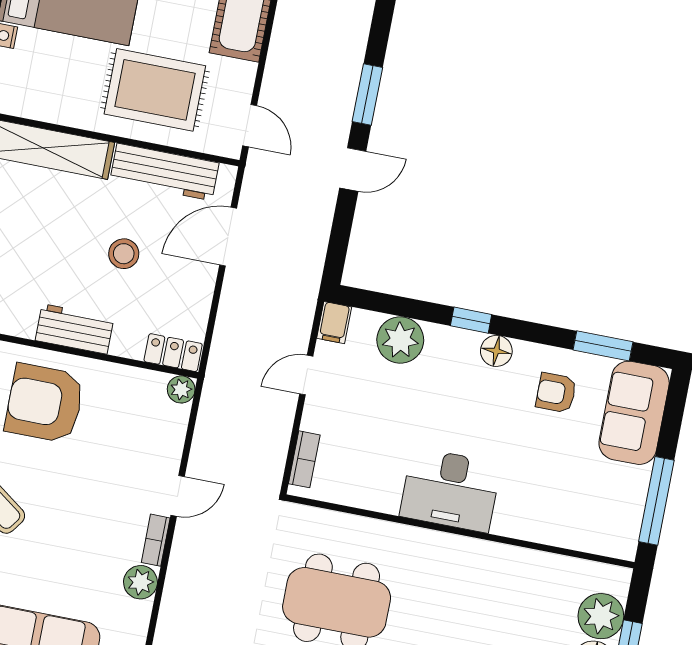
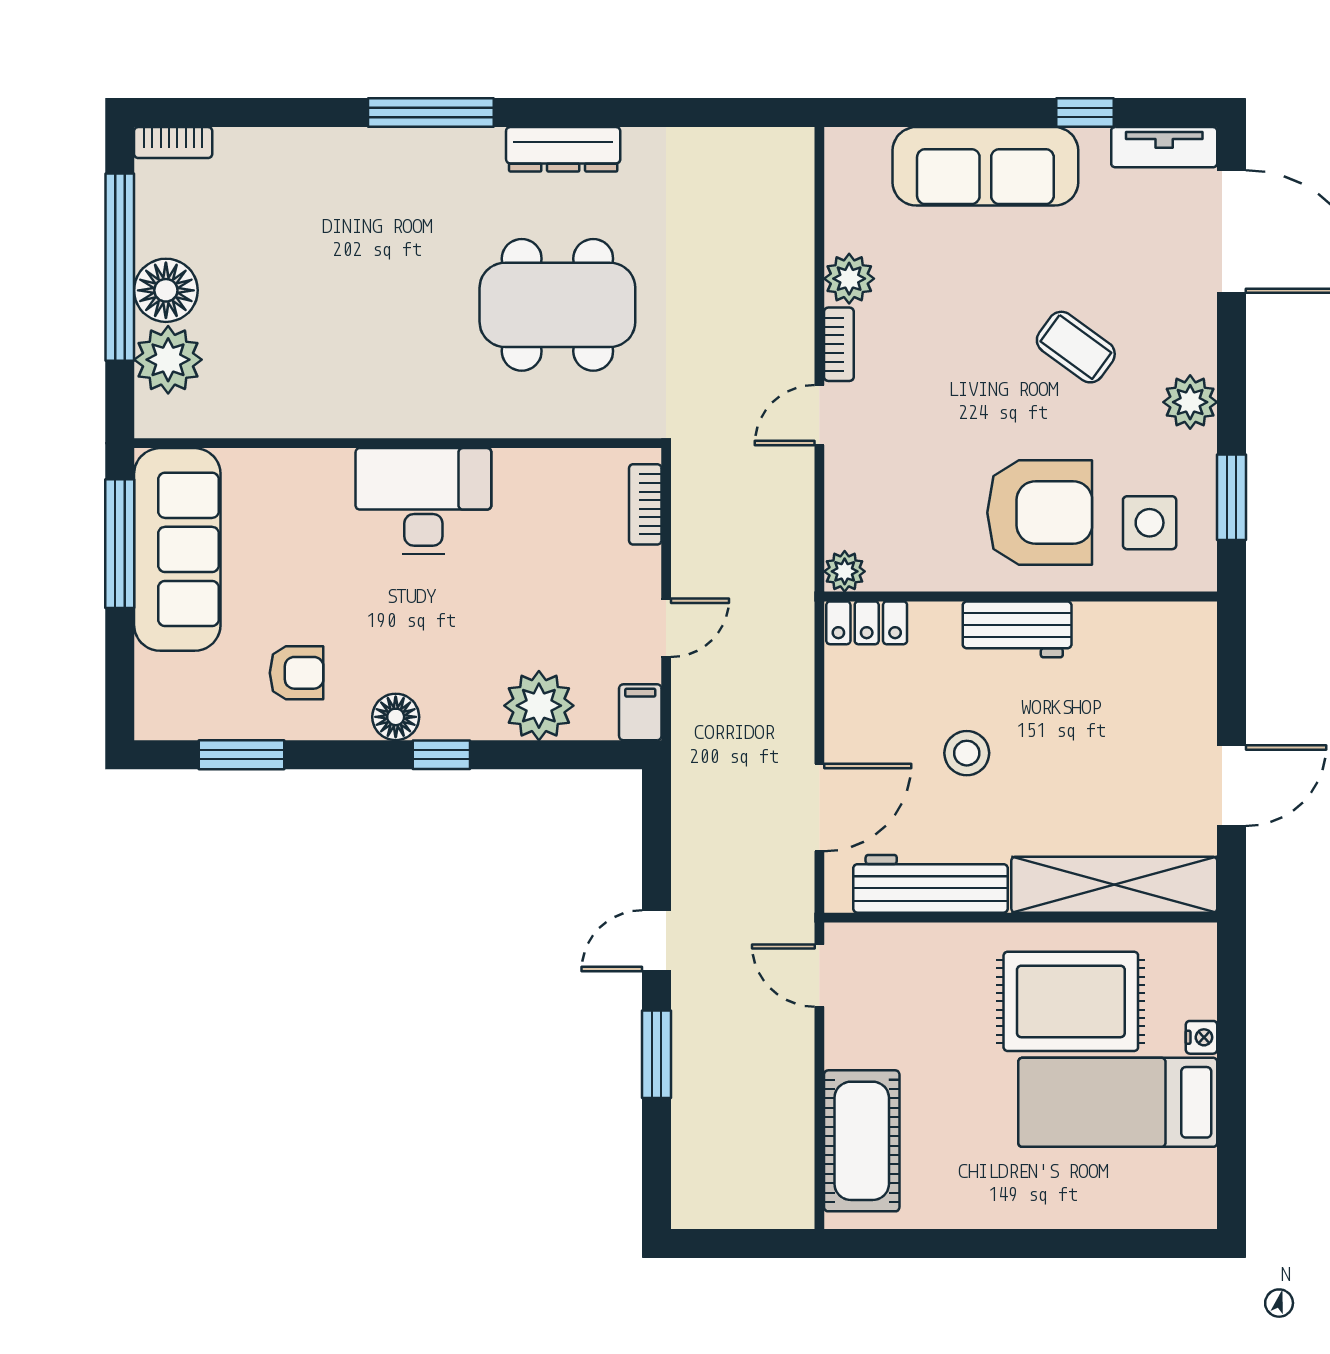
rug: (155, 90) -> (1071, 1001), moved
sofa: (634, 413) -> (177, 549), moved, width x1.36

